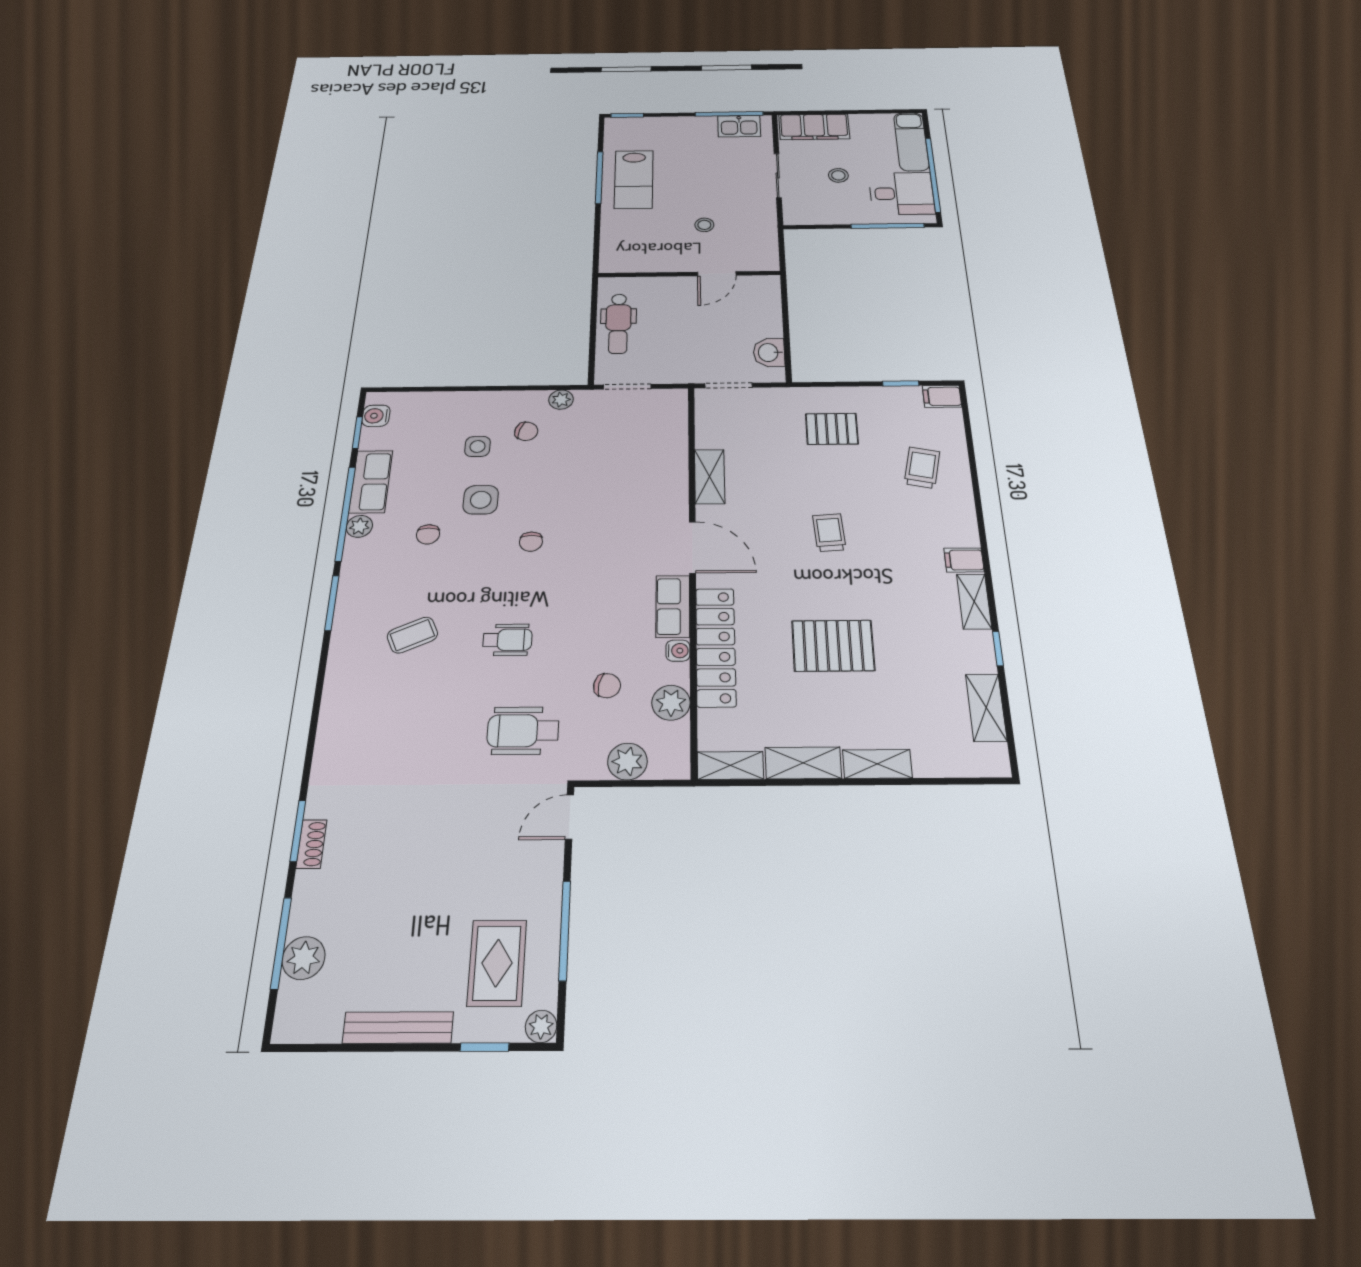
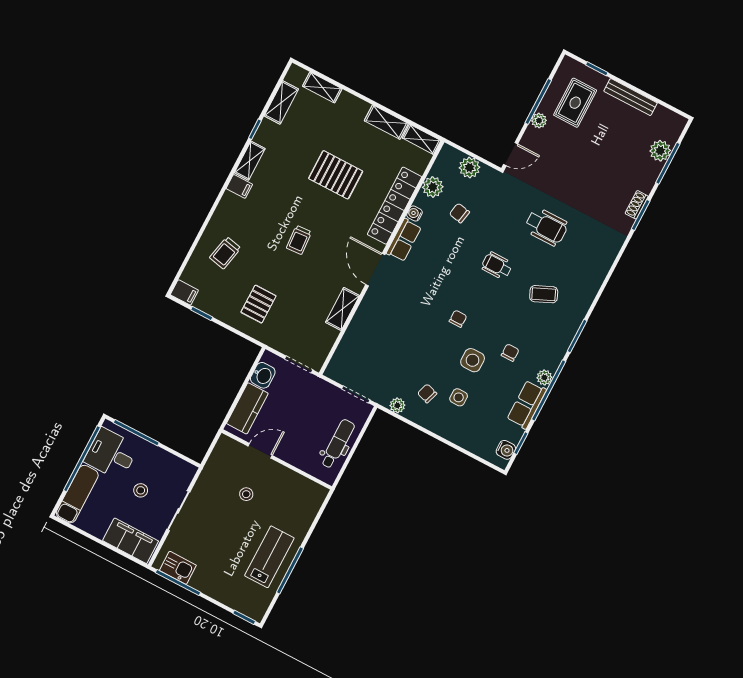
kitchen counter: (765, 309) -> (247, 408), added
pallet: (832, 429) -> (258, 304), turned 90
wheelchair: (523, 731) -> (546, 227), moved
shelving: (877, 764) -> (322, 87), moved
plant: (541, 1026) -> (539, 121), moved

